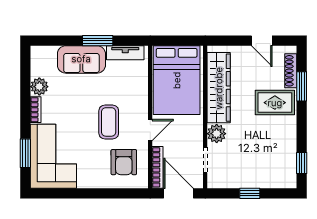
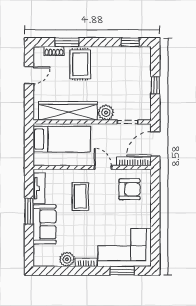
shoe rack: (291, 71) -> (54, 51), width x0.70
bed: (177, 80) -> (62, 139), width x0.67
coffee table: (109, 122) -> (80, 197), moved, turned 90

